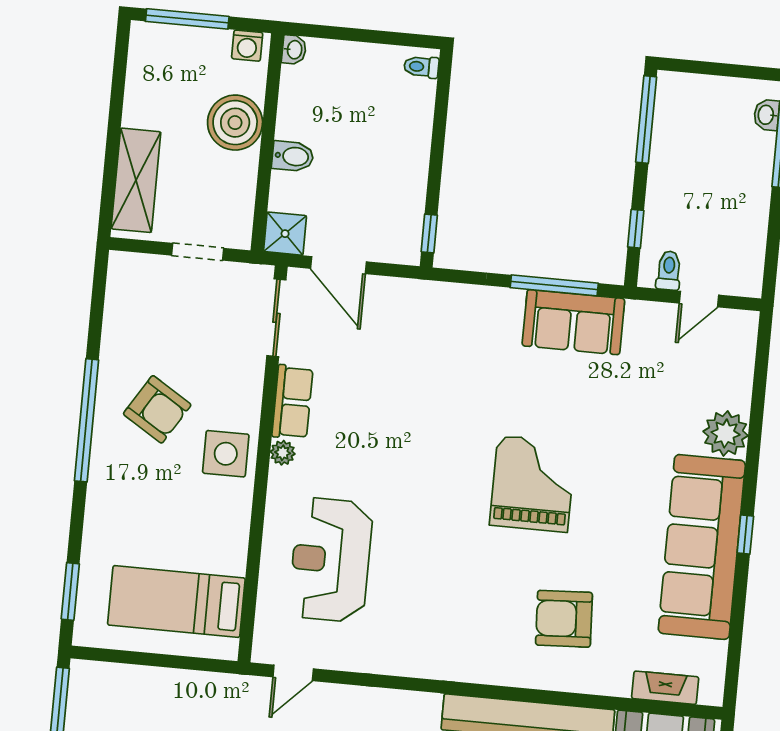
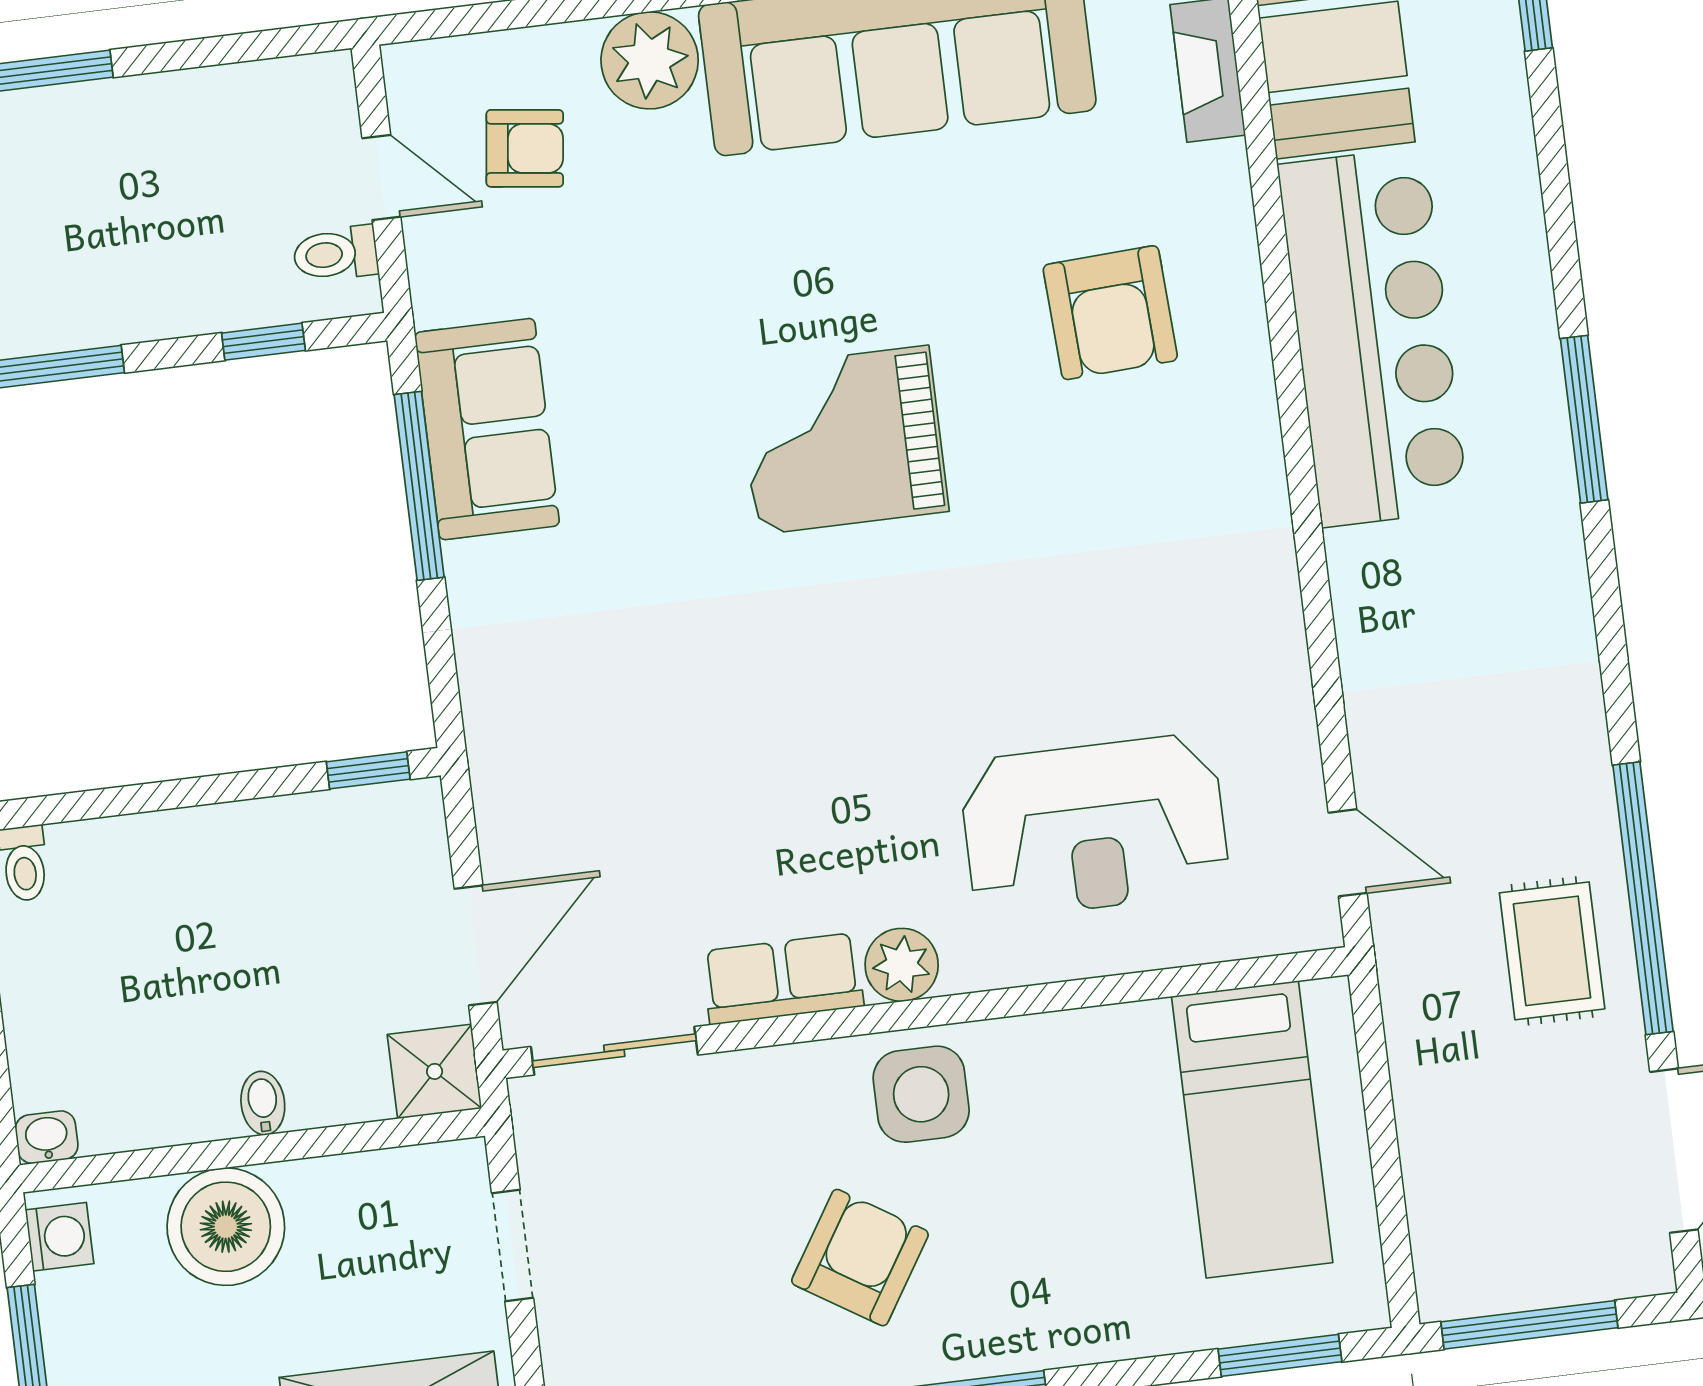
bidet: (293, 156) -> (263, 1103), width x0.72, depth x0.74
armchair: (698, 368) -> (525, 148), added
plant: (283, 453) -> (902, 965), width x1.38, depth x1.38

